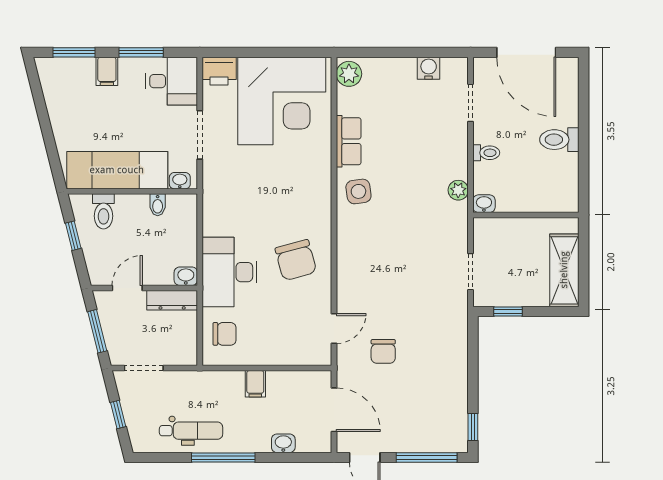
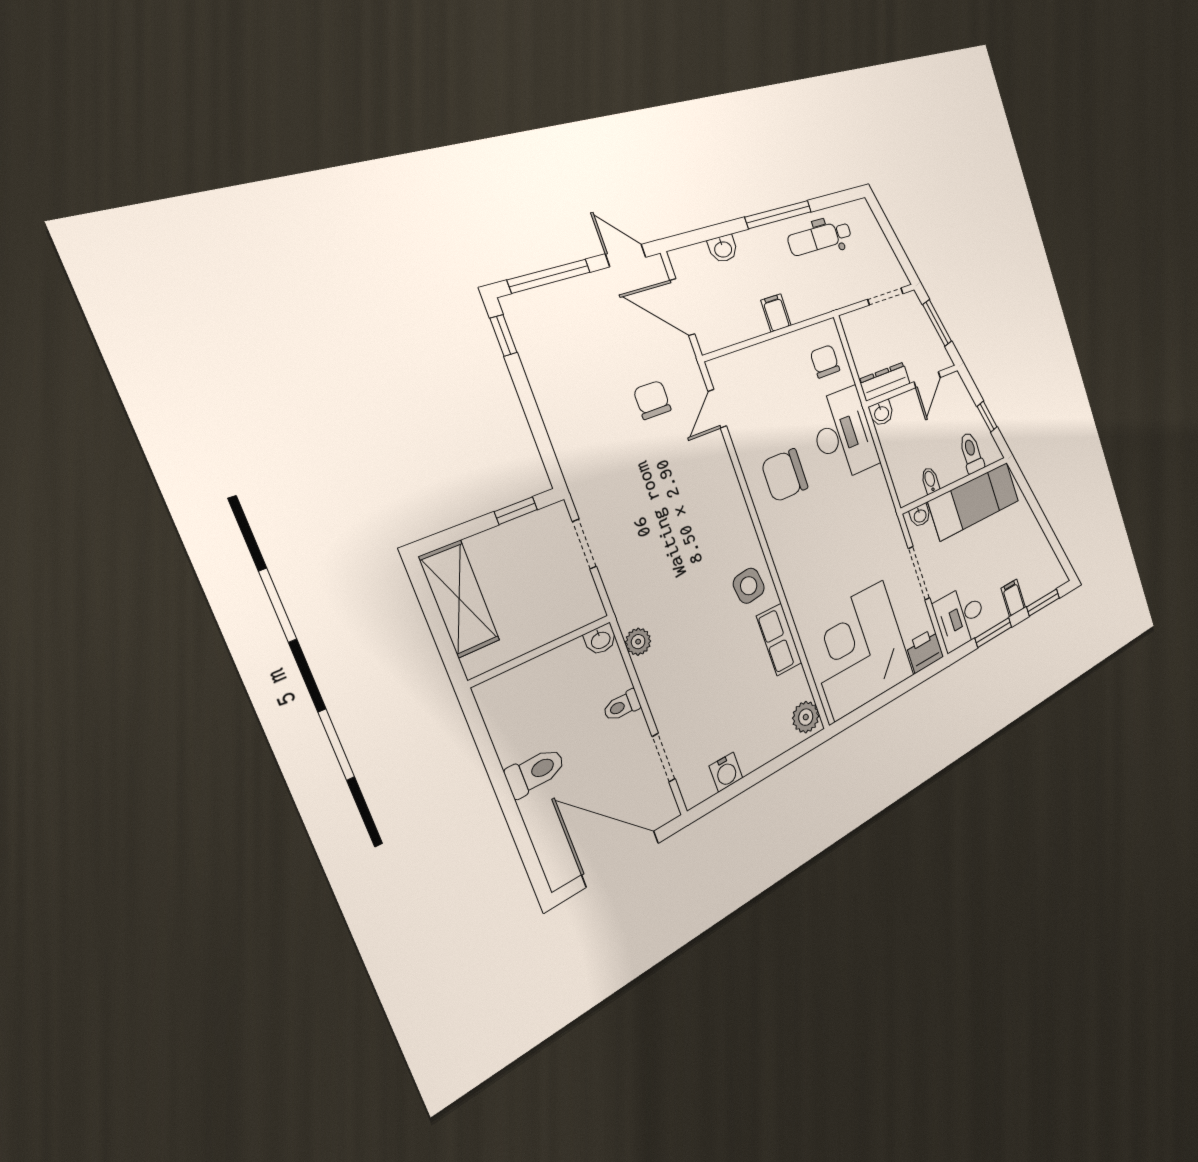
chair: (296, 260) -> (785, 475), turned -75
chair: (225, 334) -> (825, 361), turned 90
window: (118, 415) -> (891, 237), removed

